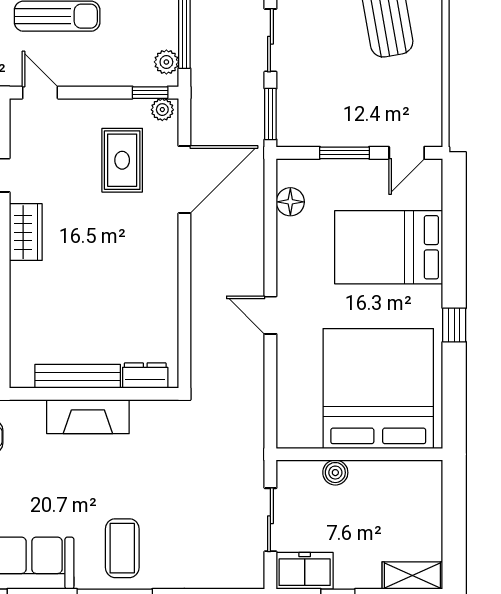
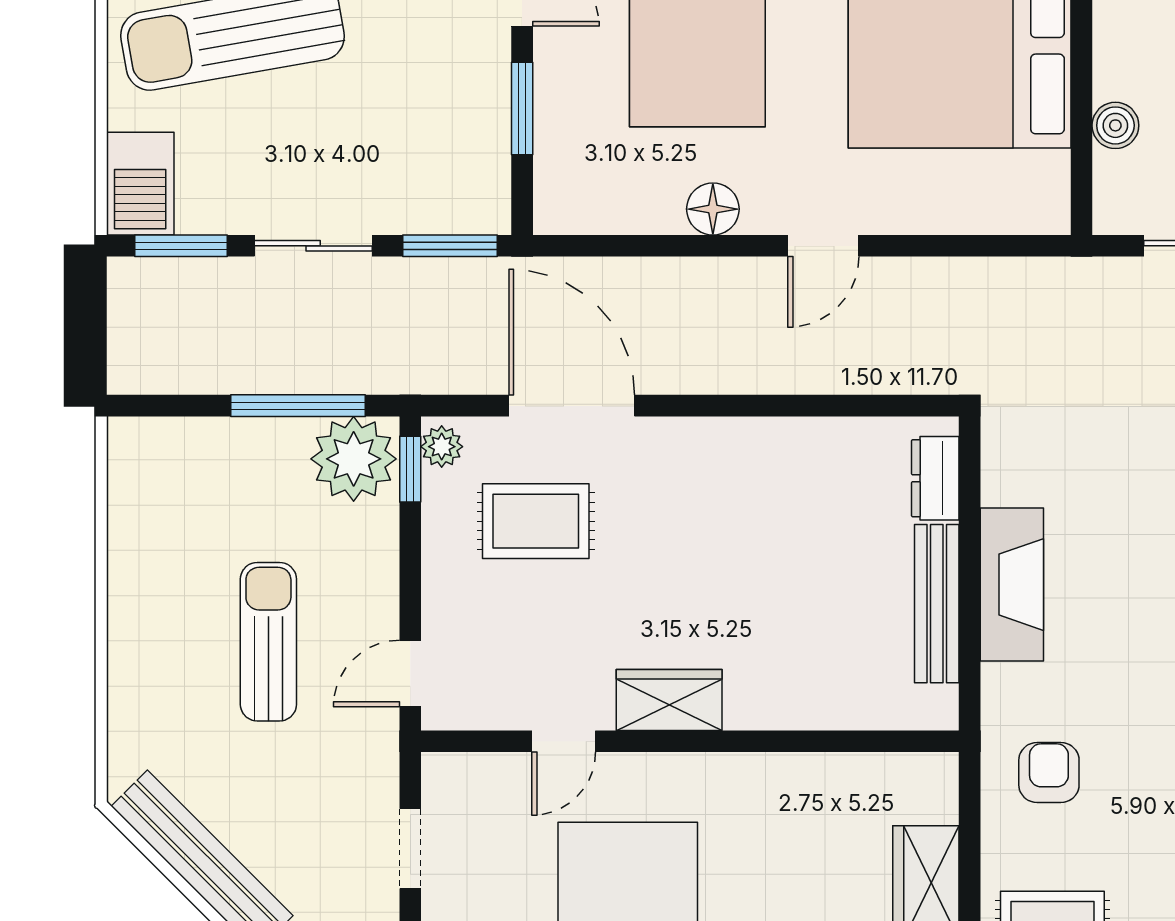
plant: (166, 62) -> (354, 459), width x1.87, depth x1.87
floor lamp: (290, 202) -> (713, 209), moved

